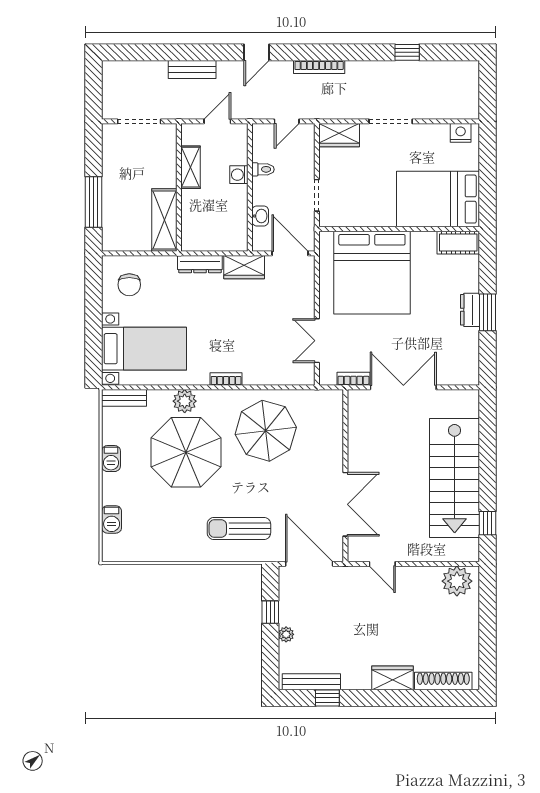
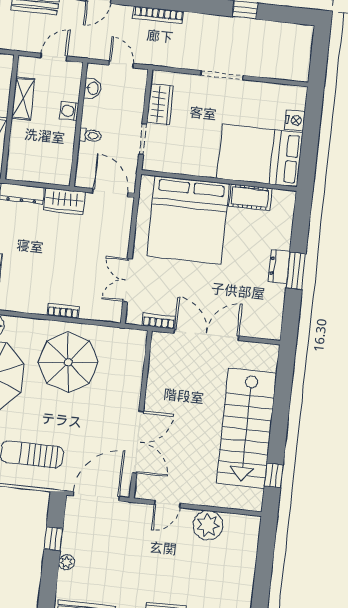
door: (287, 121) -> (121, 64), swing flipped
nightstand: (461, 133) -> (295, 120), moved, turned 90
wardrobe: (339, 135) -> (160, 104), moved, turned -90
toilet: (263, 169) -> (90, 135), moved
washbasin: (260, 216) -> (93, 88), moved
cot: (458, 243) -> (250, 197), moved
bookcase: (226, 379) -> (63, 311), moved
door: (309, 564) -> (96, 496), hinge flipped
door: (382, 564) -> (167, 504), hinge flipped
plant: (457, 581) -> (208, 525), moved

